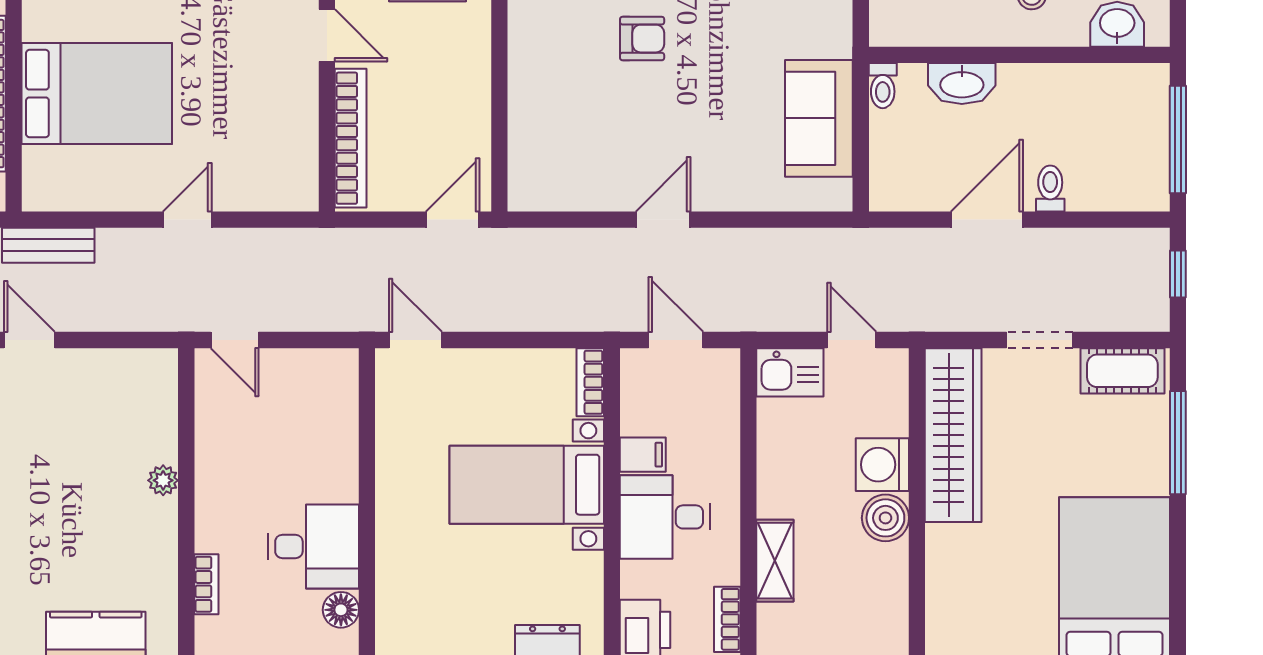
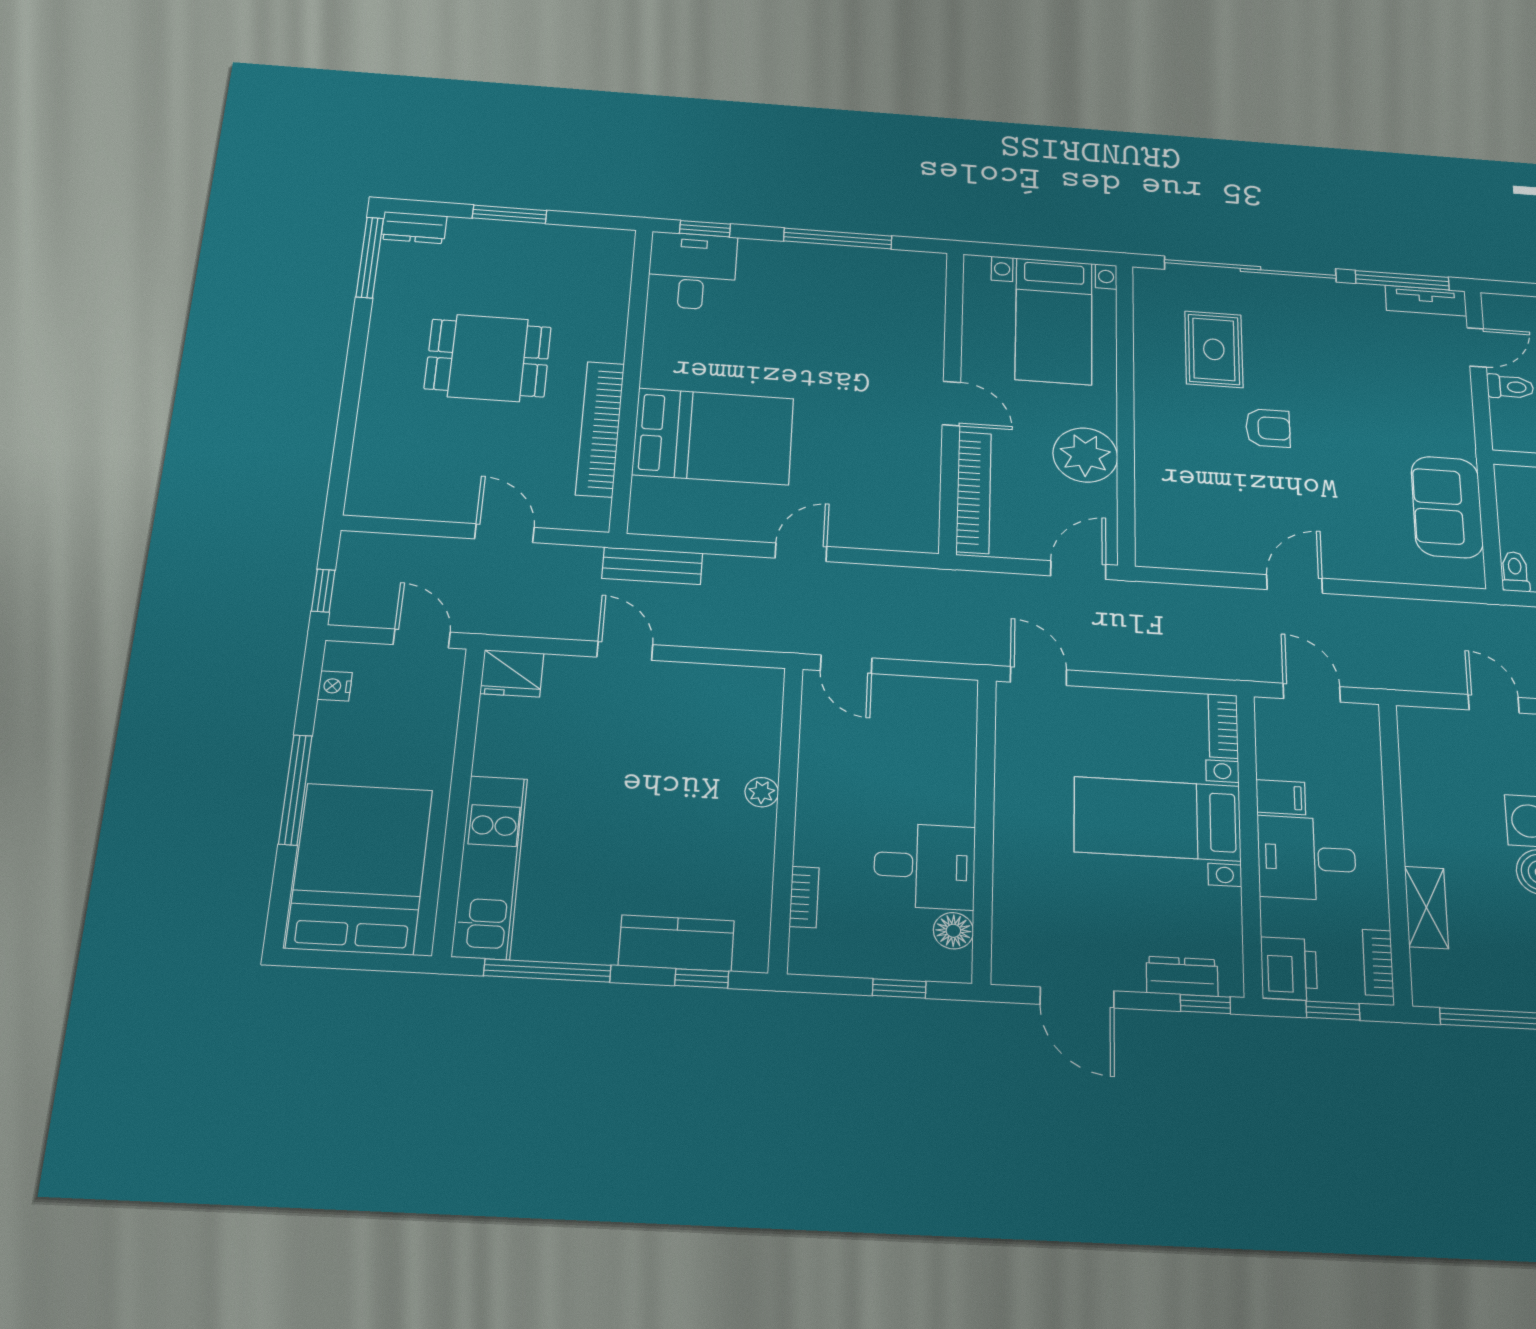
plant: (459, 86) -> (1085, 455), added
toilet: (883, 86) -> (1515, 572), moved, turned 180
kitchen sink: (790, 372) -> (1432, 729), removed

